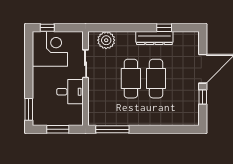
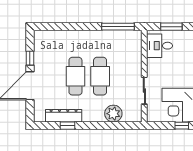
dresser: (154, 38) -> (64, 116), moved
plant: (106, 40) -> (113, 114), moved
desk: (70, 92) -> (160, 46), moved

